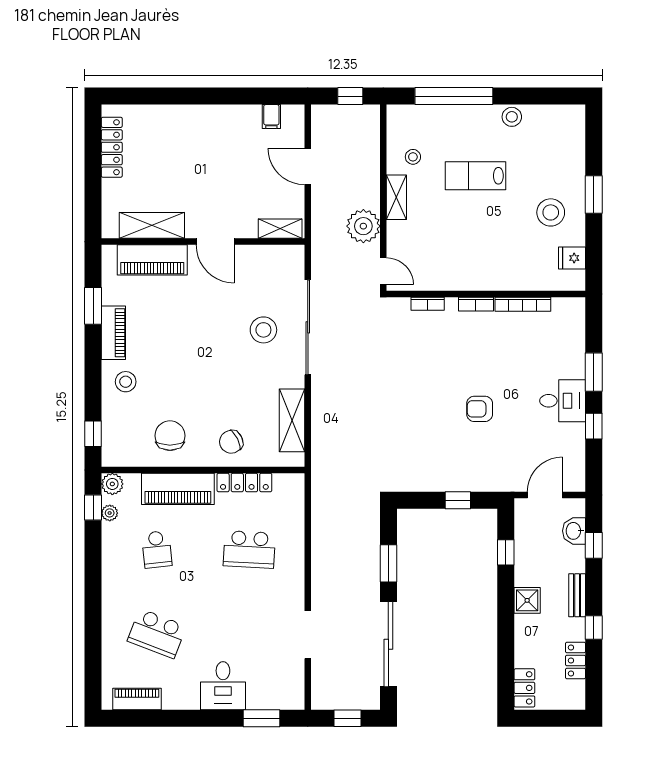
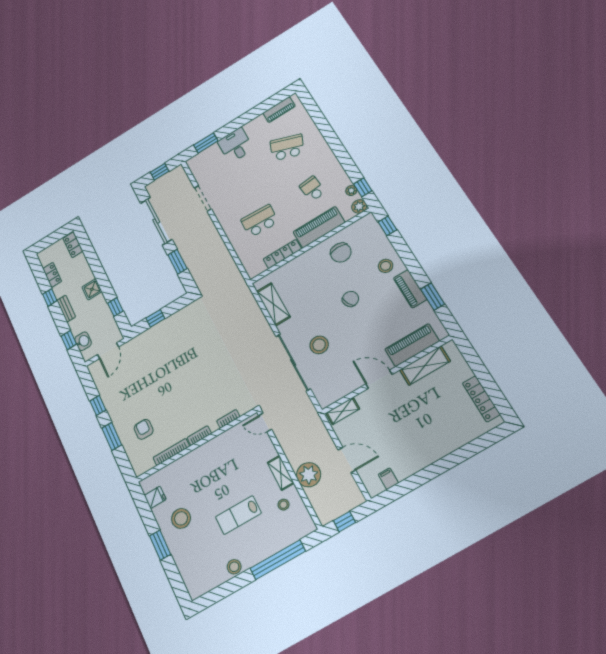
lab bench: (475, 176) -> (238, 515), turned 180
plant: (363, 226) -> (309, 475), moved
desk: (563, 401) -> (122, 409), removed
armchair: (480, 409) -> (144, 429), moved, turned -90
chair: (231, 442) -> (350, 299), moved

